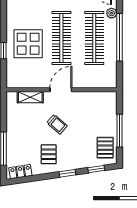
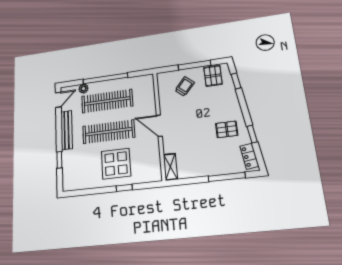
shelving: (30, 97) -> (170, 167), moved
trolley: (57, 124) -> (185, 86), moved
pallet: (105, 148) -> (213, 76), turned 90
window: (67, 173) -> (252, 134), moved

